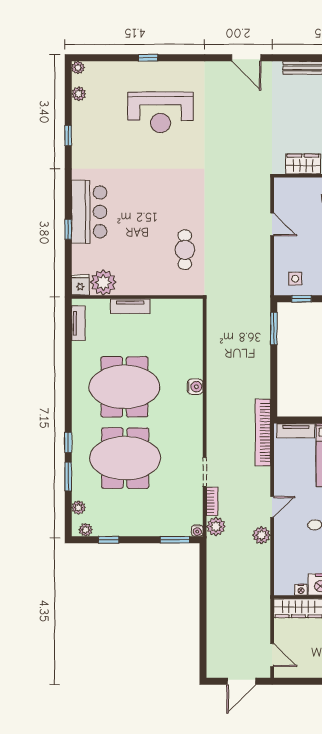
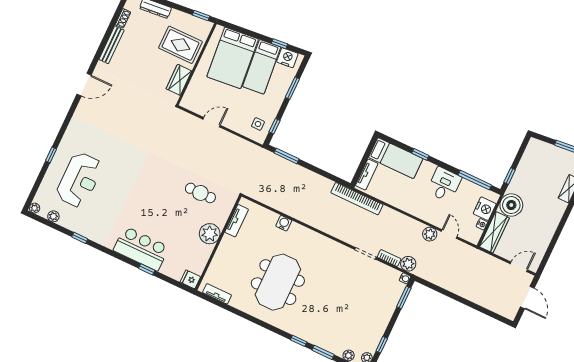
reception desk: (160, 112) -> (79, 180), moved
plant: (103, 282) -> (210, 234), moved
tv unit: (130, 306) -> (237, 221), moved
water cooler: (195, 387) -> (284, 223), moved
meeting table: (125, 458) -> (329, 306), removed
door: (272, 507) -> (449, 234), moved

